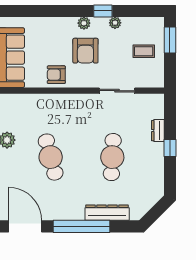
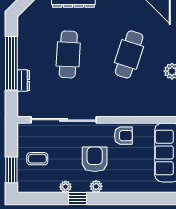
sliding door: (117, 91) -> (64, 120), width x1.86
window: (170, 148) -> (11, 63), width x3.17
cafe table: (51, 157) -> (129, 54), turned 33

